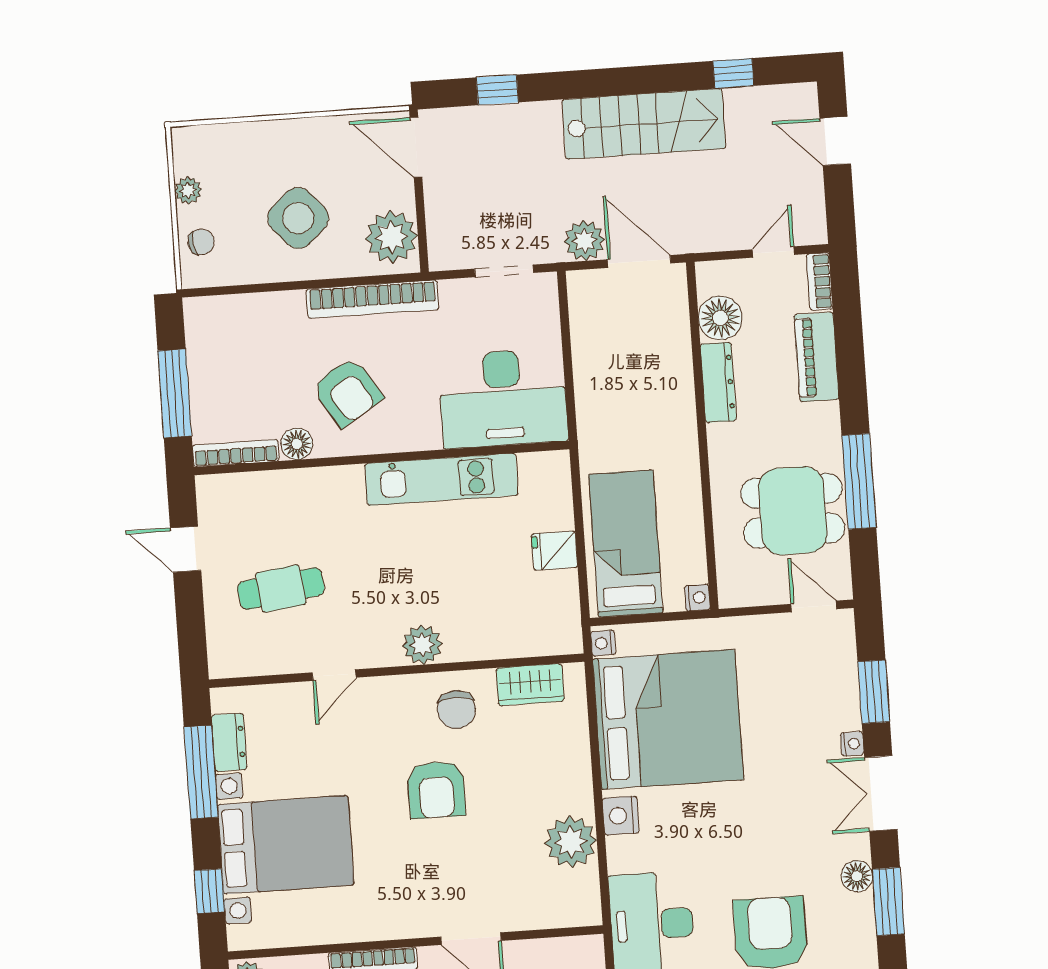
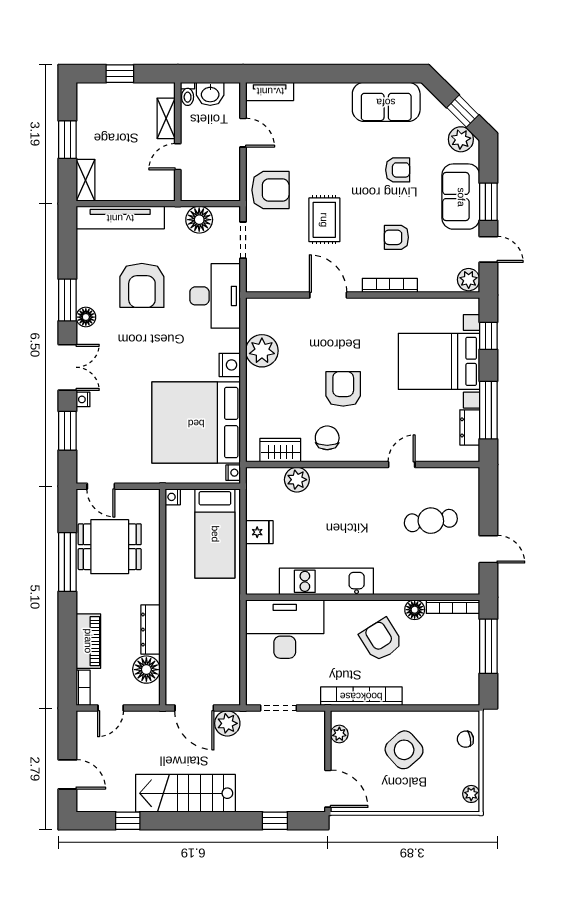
plant: (188, 190) -> (471, 794), moved
plant: (392, 237) -> (339, 734), width x0.53, depth x0.53
plant: (422, 645) -> (297, 480), moved

